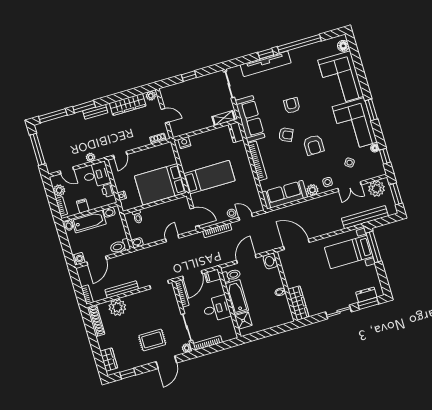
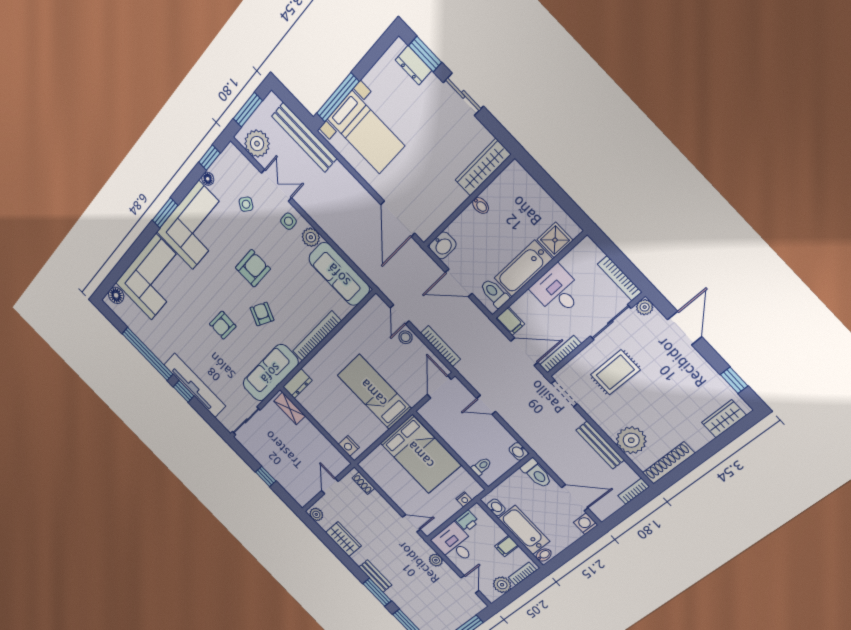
wardrobe: (128, 104) -> (343, 539), width x0.67
rug: (152, 340) -> (615, 372), moved, turned 90
door: (166, 362) -> (685, 328), hinge flipped

